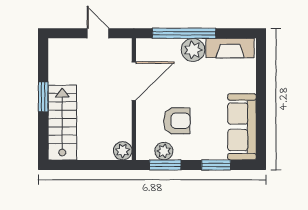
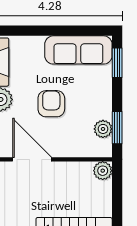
armchair: (177, 121) -> (51, 104), moved
window: (216, 165) -> (117, 63), moved

